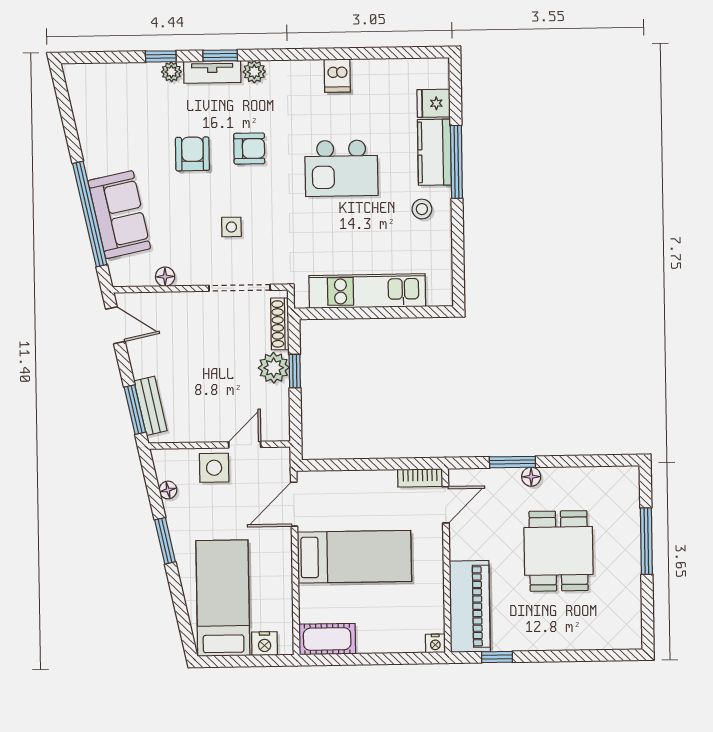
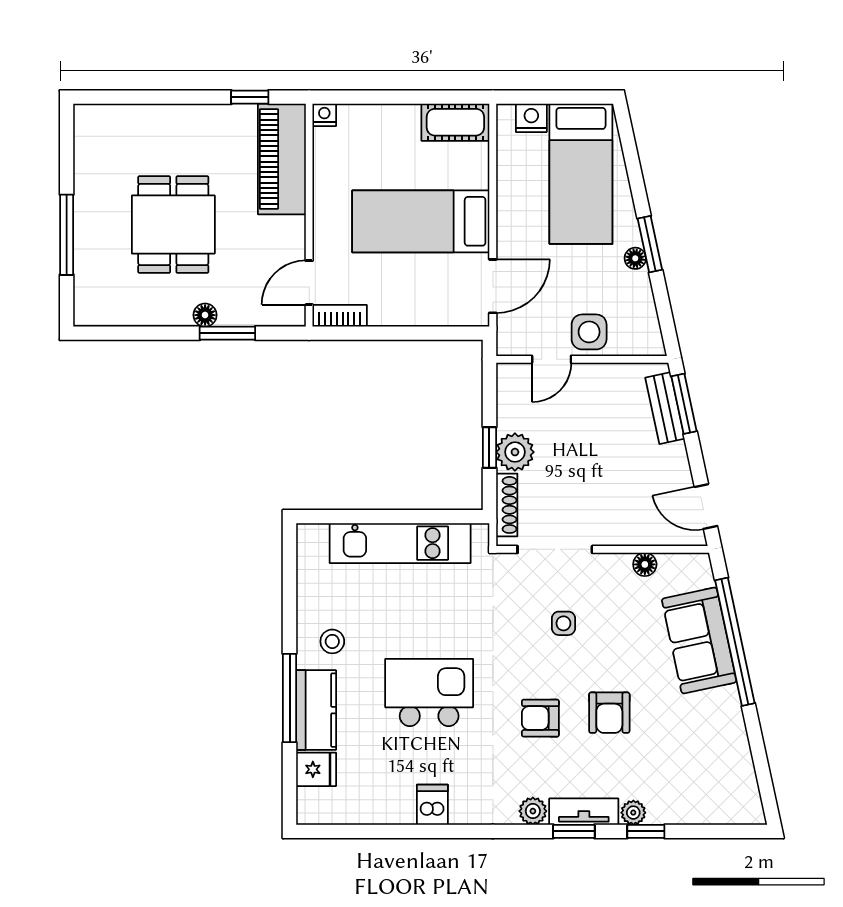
floor lamp: (168, 490) -> (635, 258), moved

